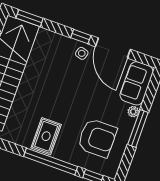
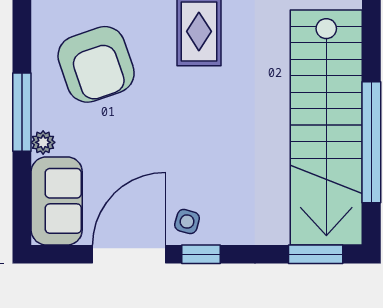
door: (113, 48) -> (129, 254), hinge flipped
armchair: (97, 138) -> (96, 64), turned -109

